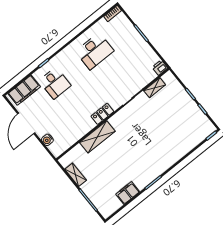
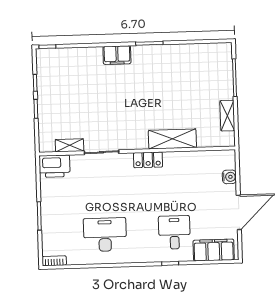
printer: (160, 68) -> (54, 166), width x1.87, depth x1.48
filing cabinet: (128, 193) -> (117, 55), moved

